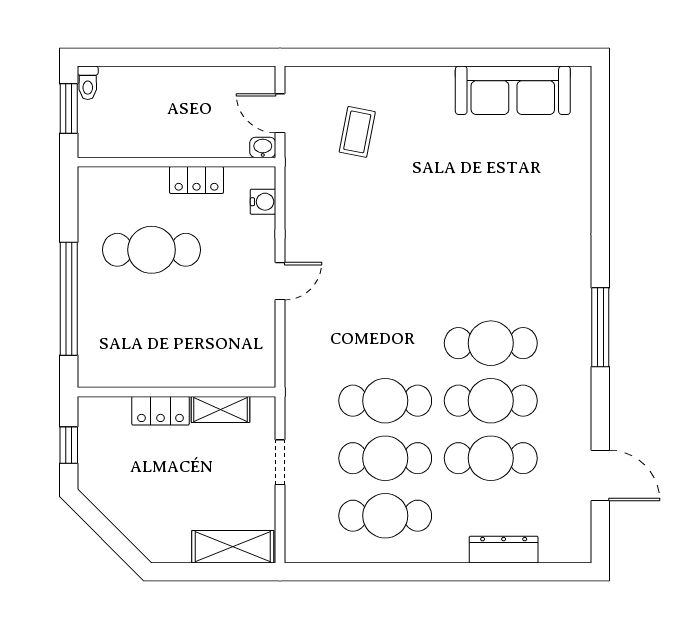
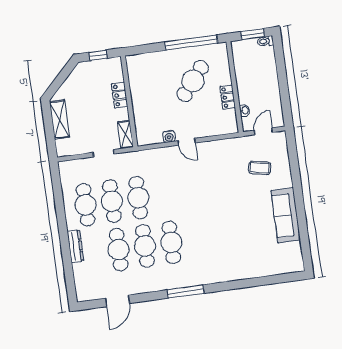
sofa: (513, 90) -> (286, 215), moved
washbasin: (263, 147) -> (245, 110), moved
water cooler: (263, 202) -> (169, 136), moved
cafe table: (152, 250) -> (193, 81), turned 39
window: (69, 299) -> (191, 43), moved
shelving: (220, 410) -> (126, 135), moved
shelving: (233, 547) -> (59, 119), moved
dresser: (504, 550) -> (75, 246), moved

